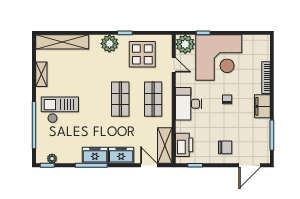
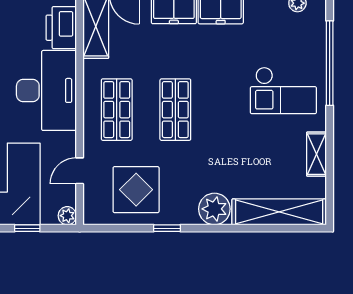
plant: (109, 44) -> (214, 209), moved
plant: (185, 44) -> (67, 216), width x0.53, depth x0.53
door: (174, 65) -> (80, 171), hinge flipped
desk: (189, 104) -> (46, 90), width x1.36, depth x1.30

